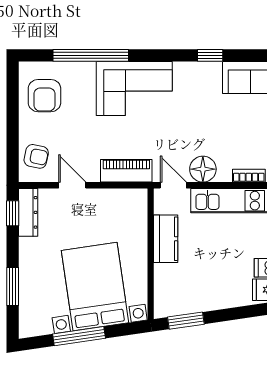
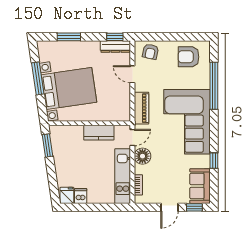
corner sofa: (134, 88) -> (187, 122), width x1.36, depth x1.36
door: (72, 185) -> (132, 74), swing flipped

